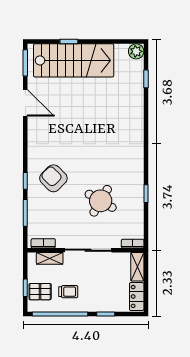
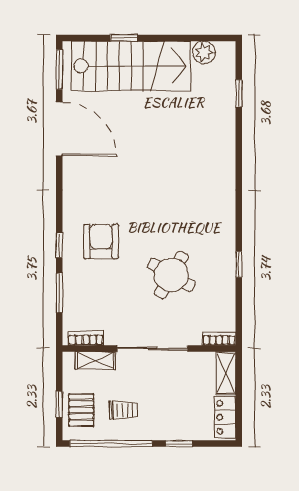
plant: (136, 51) -> (204, 52), moved
door: (25, 103) -> (59, 129), width x1.36
armchair: (53, 178) -> (101, 241), turned 45
pallet: (40, 292) -> (81, 410), turned 90

